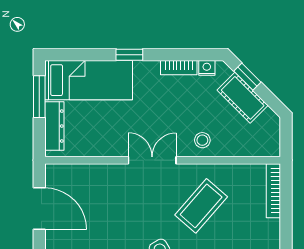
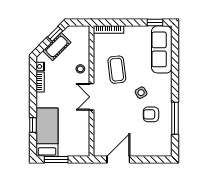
window: (129, 55) -> (33, 125), moved
window: (247, 77) -> (55, 34), moved
dresser: (54, 126) -> (73, 151), removed
coffee table: (201, 206) -> (117, 70), turned 42

